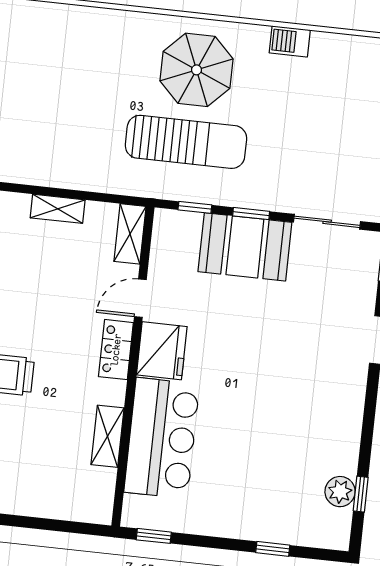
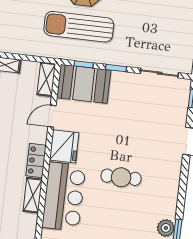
sun lounger: (186, 142) -> (79, 27), turned 180
booth: (245, 247) -> (84, 84), moved
locker: (116, 350) -> (36, 161), moved
cafe table: (261, 404) -> (121, 177), added

